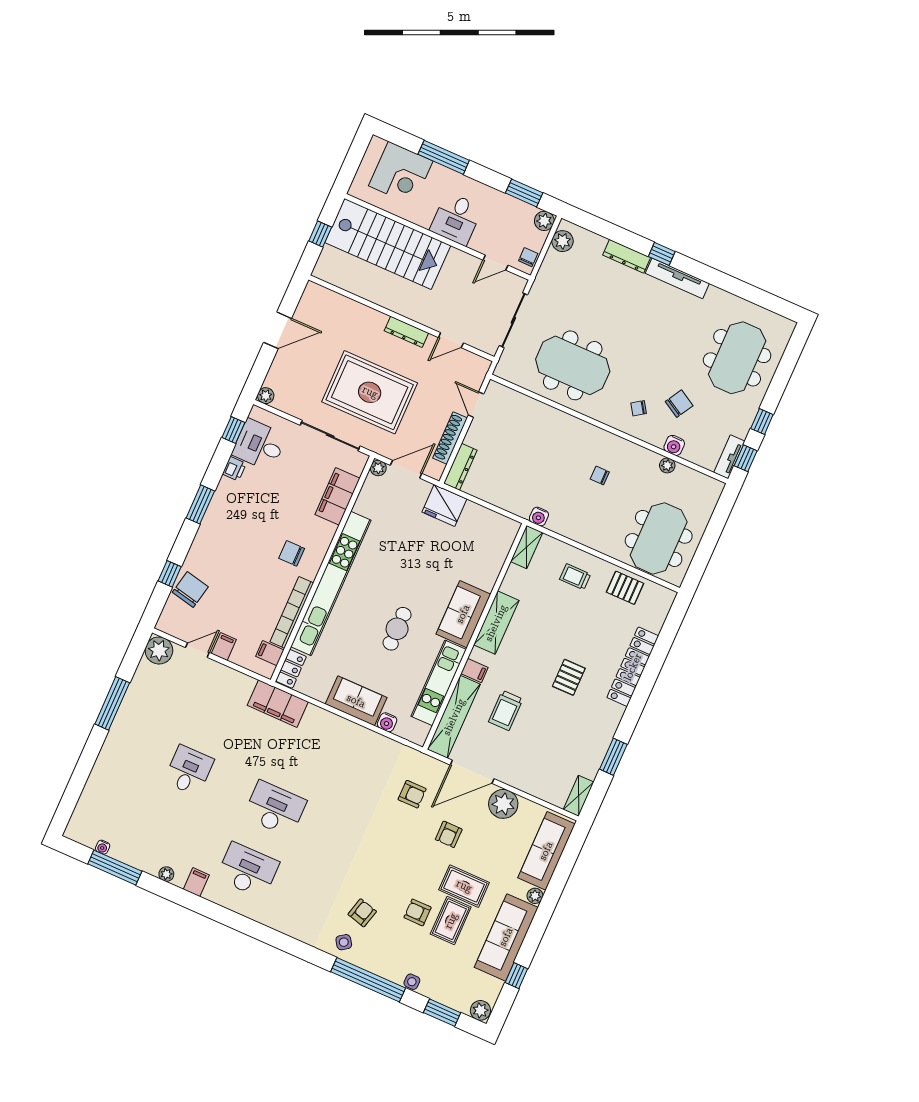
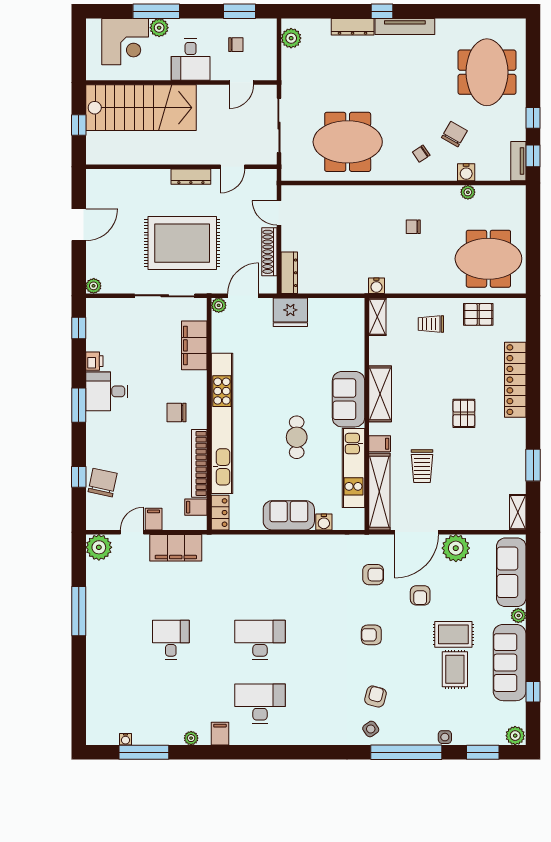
plant: (544, 221) -> (159, 28), moved
chair: (528, 257) -> (236, 45), moved, turned 90
desk: (259, 445) -> (107, 391), moved
meeting table: (659, 538) -> (488, 259), turned 90
filing cabinet: (278, 704) -> (176, 548), moved
armchair: (418, 912) -> (371, 635), moved

